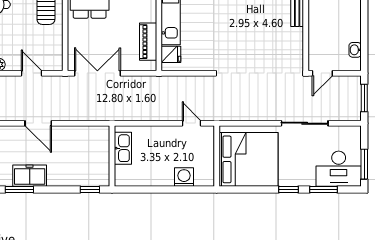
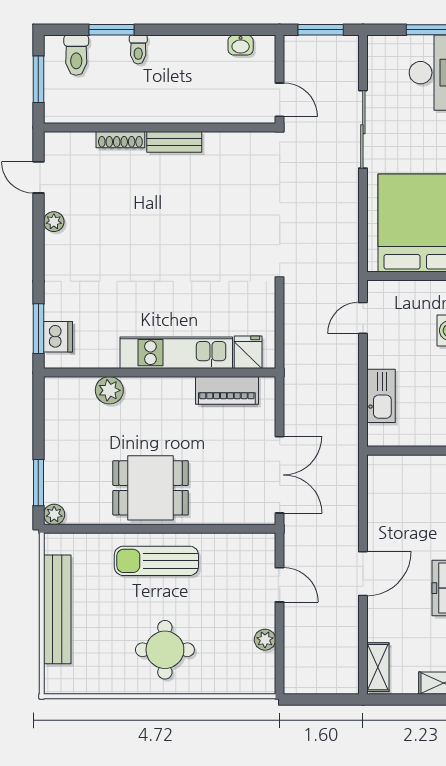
door: (32, 73) -> (280, 585), swing flipped
double door: (97, 73) -> (280, 475), swing flipped
kitchen sink: (123, 148) -> (381, 396), moved, turned 90

